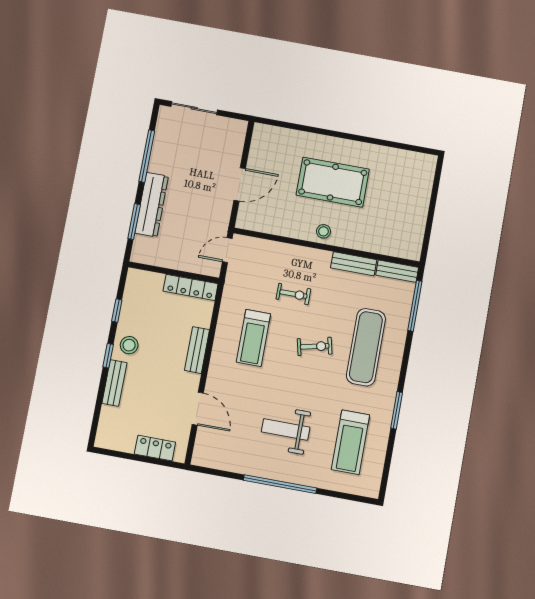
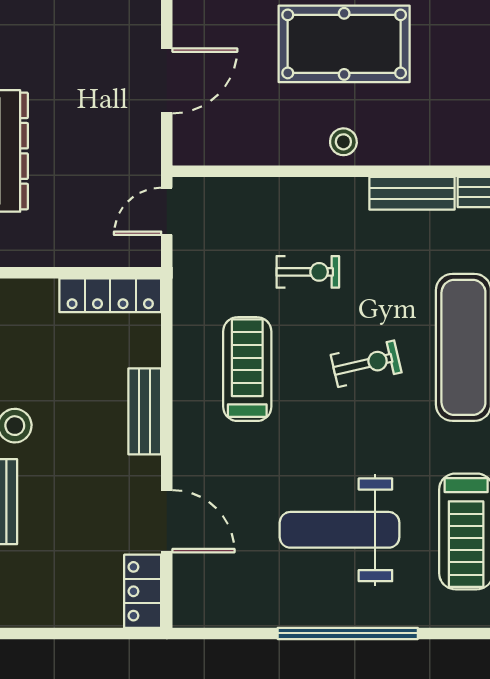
treadmill: (253, 338) -> (247, 369), turned 180
weight bench: (286, 429) -> (340, 530), width x1.36, depth x1.33
locker: (155, 448) -> (143, 591), moved, turned -90

